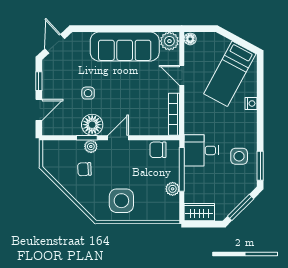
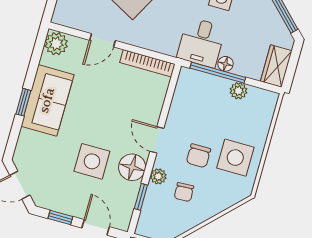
window: (118, 29) -> (23, 102), added
floor lamp: (190, 39) -> (225, 64), moved
sofa: (125, 47) -> (47, 100), width x0.73
side table: (88, 93) -> (92, 161), width x1.87, depth x1.87
window: (87, 138) -> (141, 197), moved
chair: (158, 150) -> (198, 156), moved

